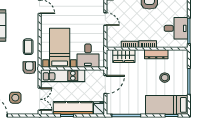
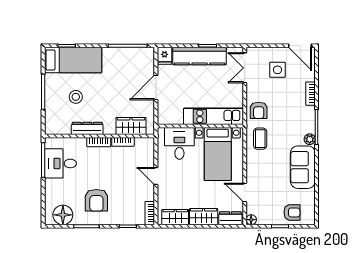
bed with nightstands: (60, 48) -> (218, 154), moved
desk: (88, 56) -> (179, 143), moved
wall: (72, 69) -> (200, 126), moved
kitchen unit: (63, 76) -> (213, 116), moved

